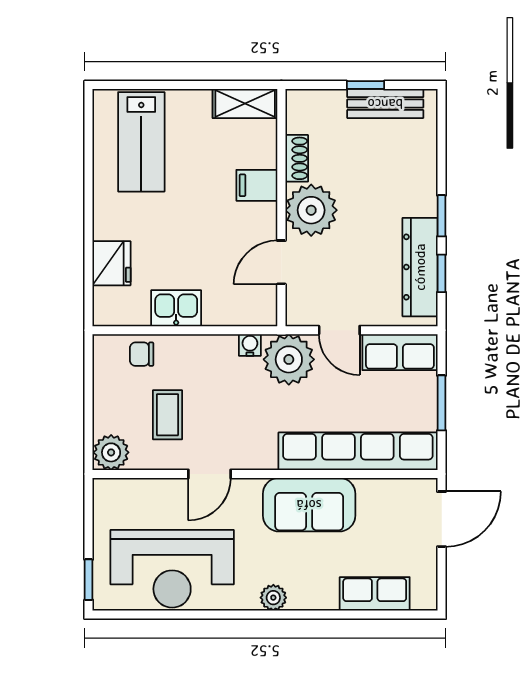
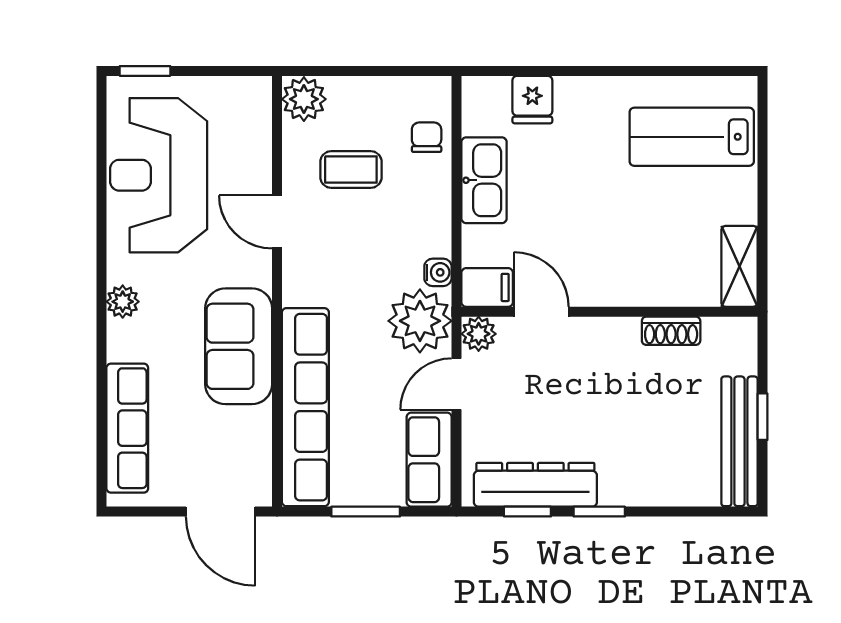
bench: (385, 104) -> (739, 441), width x1.36
filing cabinet: (257, 185) -> (487, 287), moved, turned 90
plant: (311, 210) -> (479, 334), moved, width x0.53, depth x0.53
fridge: (112, 263) -> (532, 100), width x0.72
kitchen sink: (176, 308) -> (484, 180), width x1.38
row of seats: (375, 594) -> (127, 428), width x1.48

